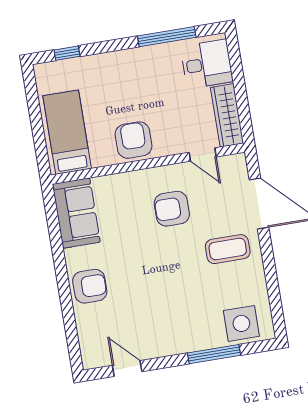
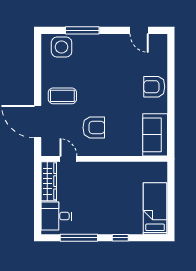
window: (67, 53) -> (120, 238), moved
bed: (67, 132) -> (155, 208), moved, turned 180
armchair: (133, 140) -> (111, 175), removed

